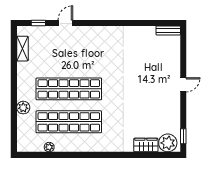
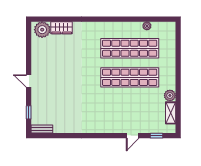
door: (183, 85) -> (29, 81), hinge flipped
plant: (23, 108) -> (170, 95), moved
window: (183, 136) -> (29, 112), moved

